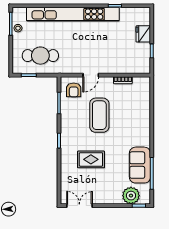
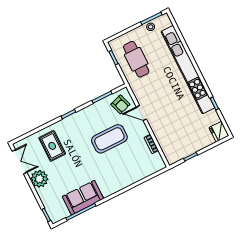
fridge: (143, 34) -> (219, 132), moved, turned -90
armchair: (74, 90) -> (120, 104), turned -108
rug: (91, 159) -> (52, 146), moved
plant: (131, 196) -> (39, 179), moved

